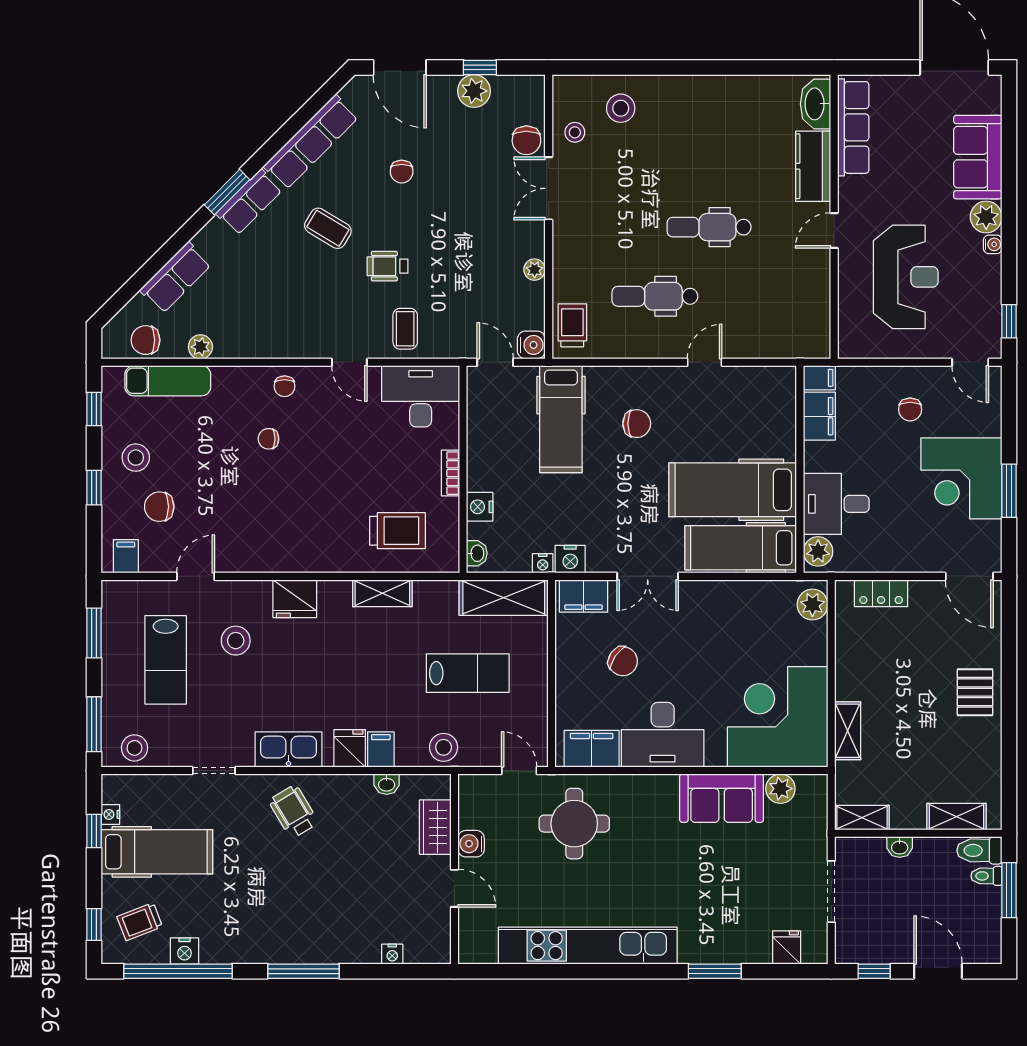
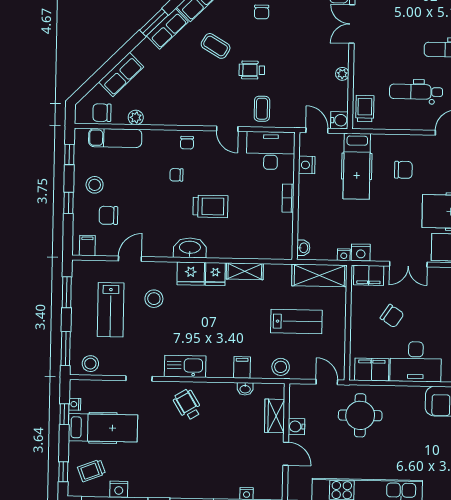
nightstand: (480, 507) -> (307, 165), moved
trolley: (397, 531) -> (210, 206), moved
washbasin: (292, 557) -> (190, 248), added
fridge: (350, 748) -> (215, 274), moved, turned 180

